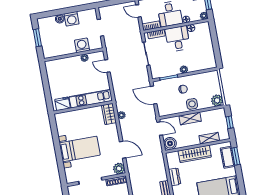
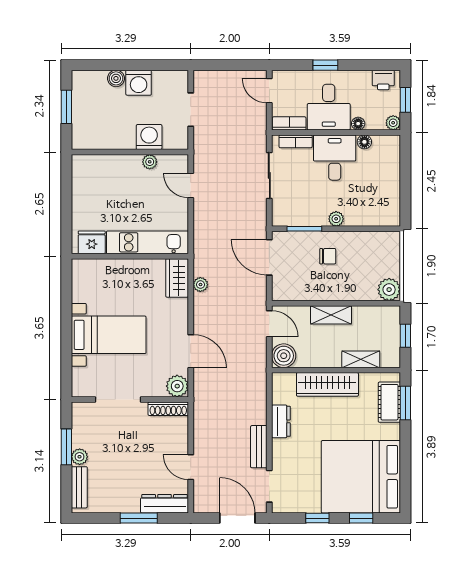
side table: (192, 104) -> (340, 288), removed

